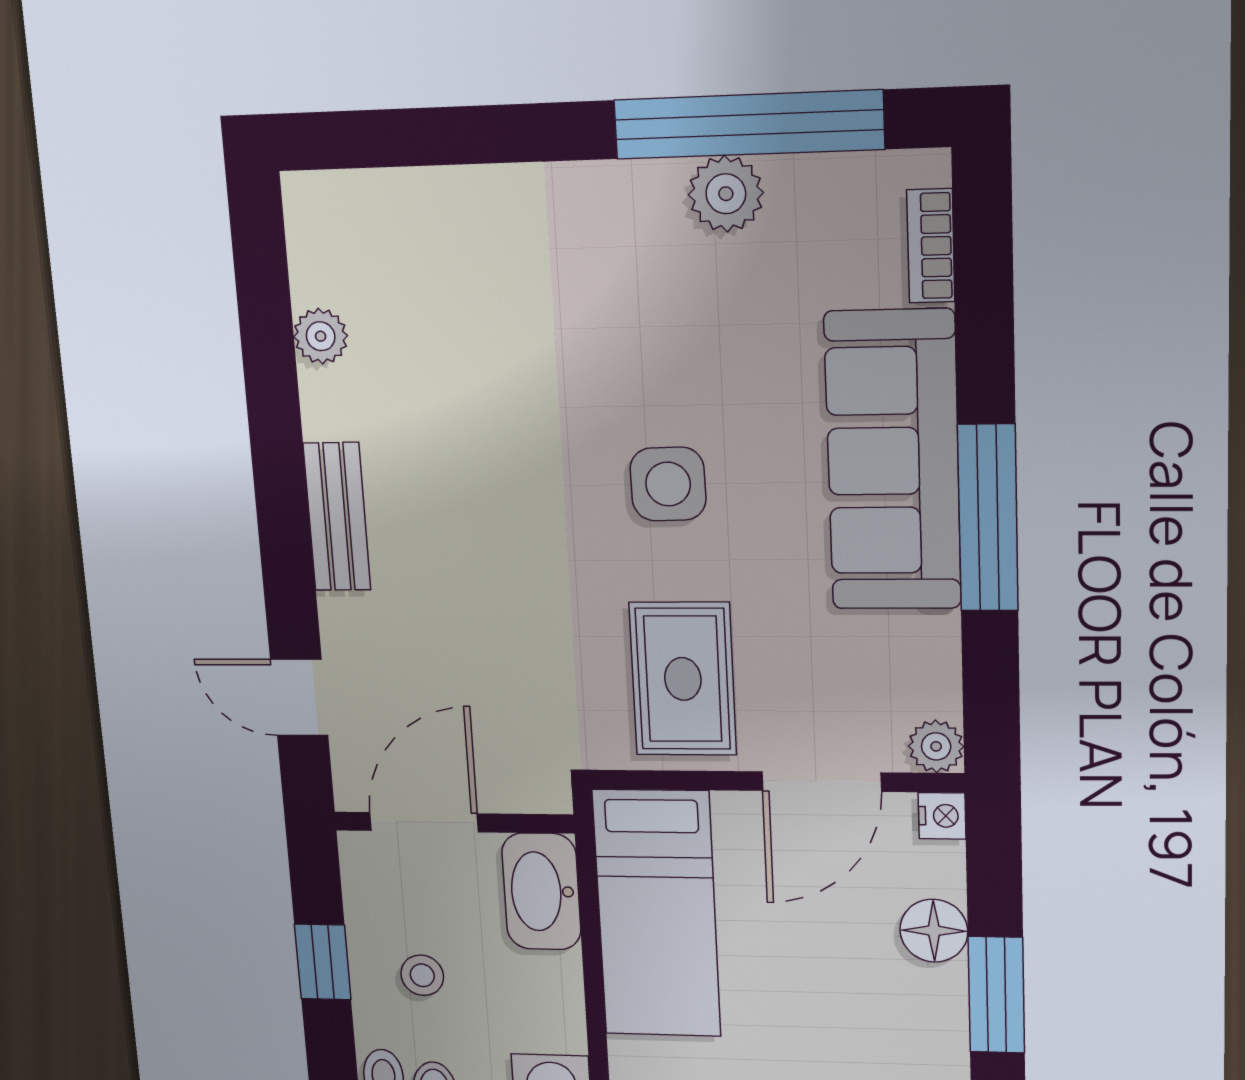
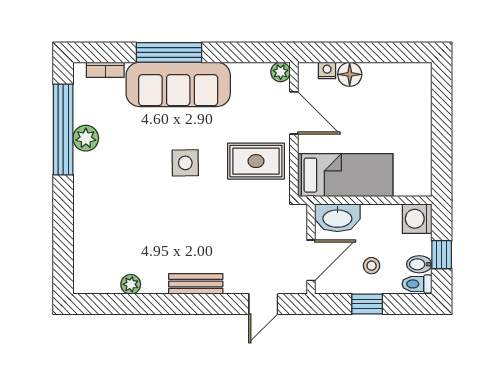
window: (988, 518) -> (169, 52), moved
nightstand: (942, 816) -> (327, 70), moved
door: (424, 822) -> (311, 260), swing flipped
window: (996, 995) -> (374, 52), removed

